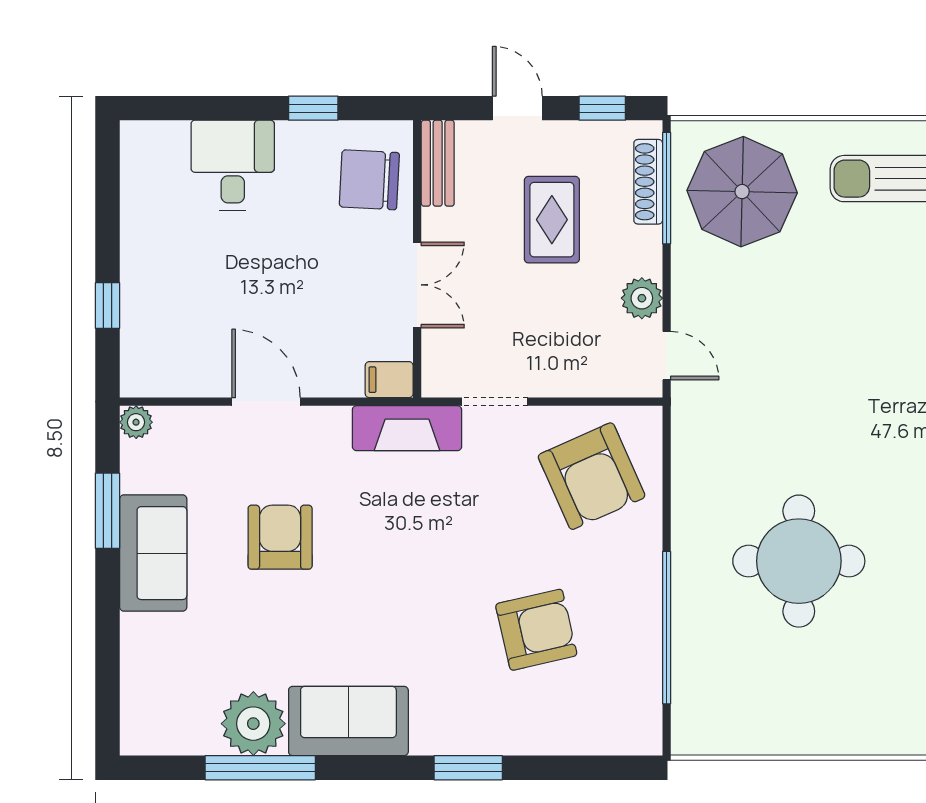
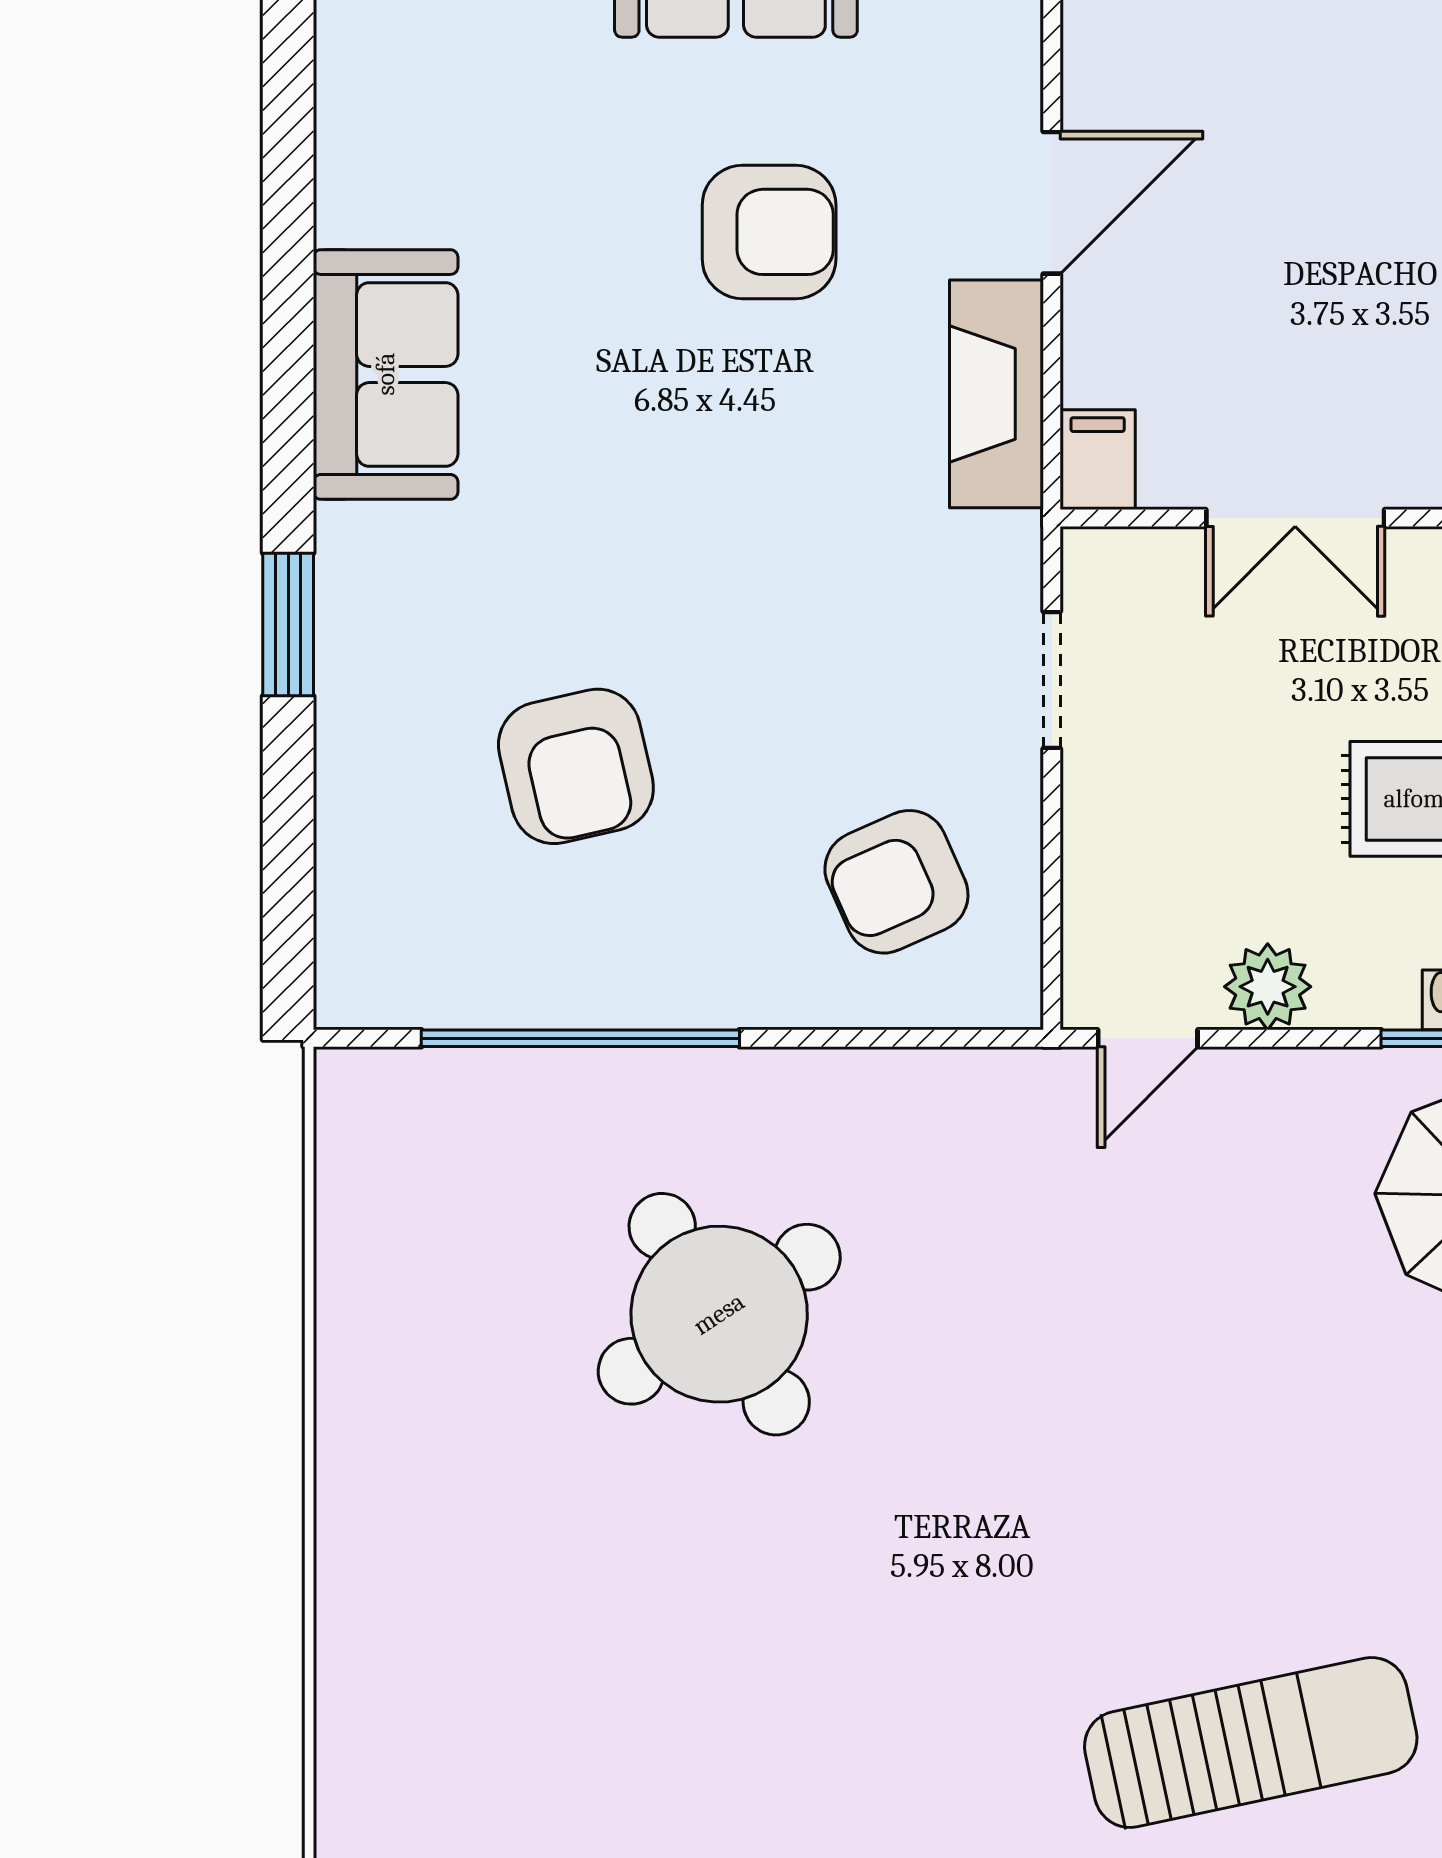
fireplace: (407, 428) -> (996, 394), moved
armchair: (592, 476) -> (896, 882), width x0.73, depth x0.73
round table: (799, 561) -> (719, 1314), turned -33
plant: (253, 724) -> (380, 176), removed
window: (260, 768) -> (288, 191), removed

